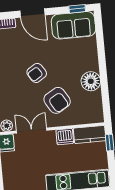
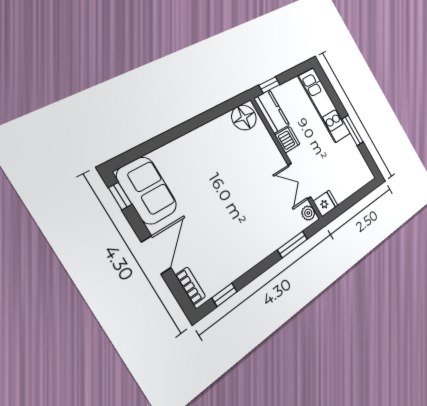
armchair: (37, 73) -> (233, 208), removed
floor lamp: (91, 81) -> (244, 118), moved
armchair: (57, 100) -> (253, 167), removed

